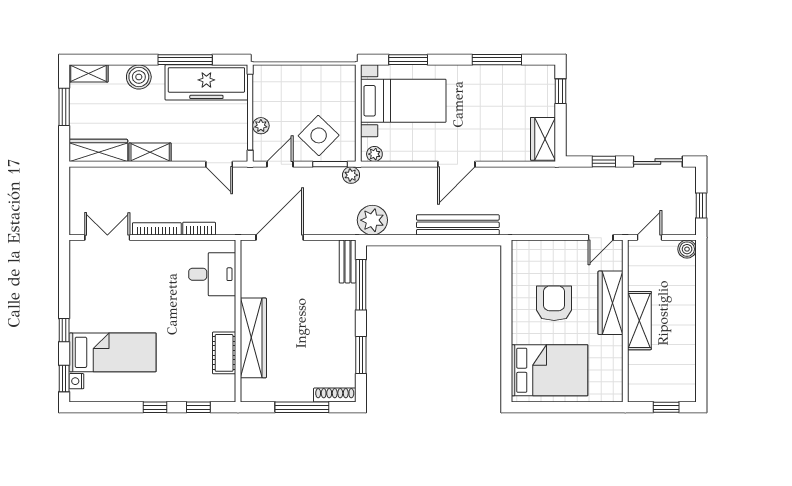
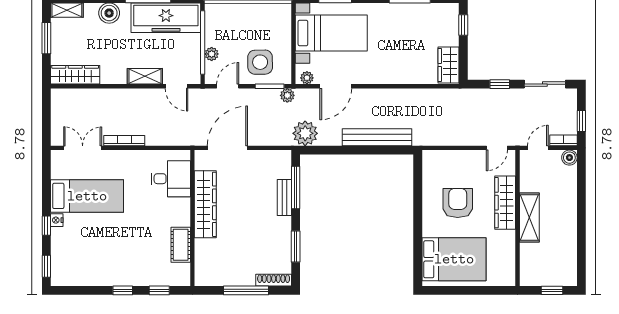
side table: (319, 135) -> (260, 62), turned 45
shelving: (150, 152) -> (145, 76), moved
door: (456, 164) -> (336, 86), moved
bookcase: (199, 229) -> (563, 140), moved
bench: (348, 262) -> (284, 197), moved
wardrobe: (253, 338) -> (205, 204), moved
bed: (113, 352) -> (87, 196), moved
nightstand: (76, 381) -> (57, 220), moved

